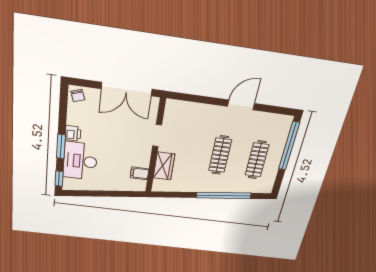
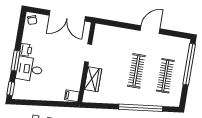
desk: (80, 161) -> (29, 69), width x0.73
filing cabinet: (140, 173) -> (72, 96), moved

